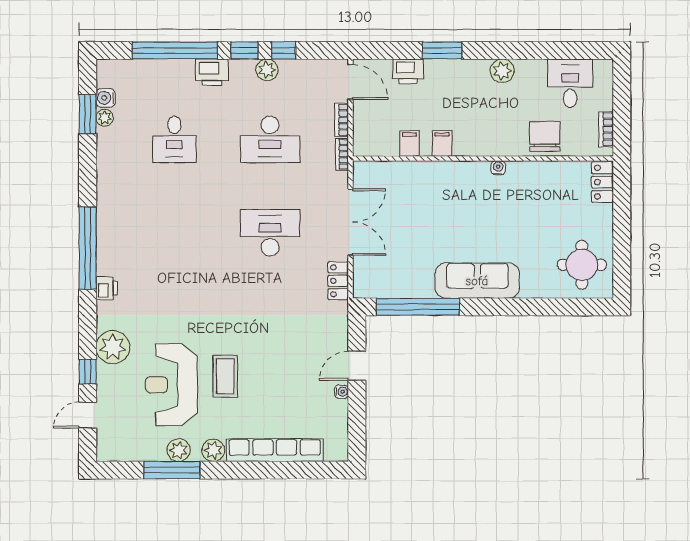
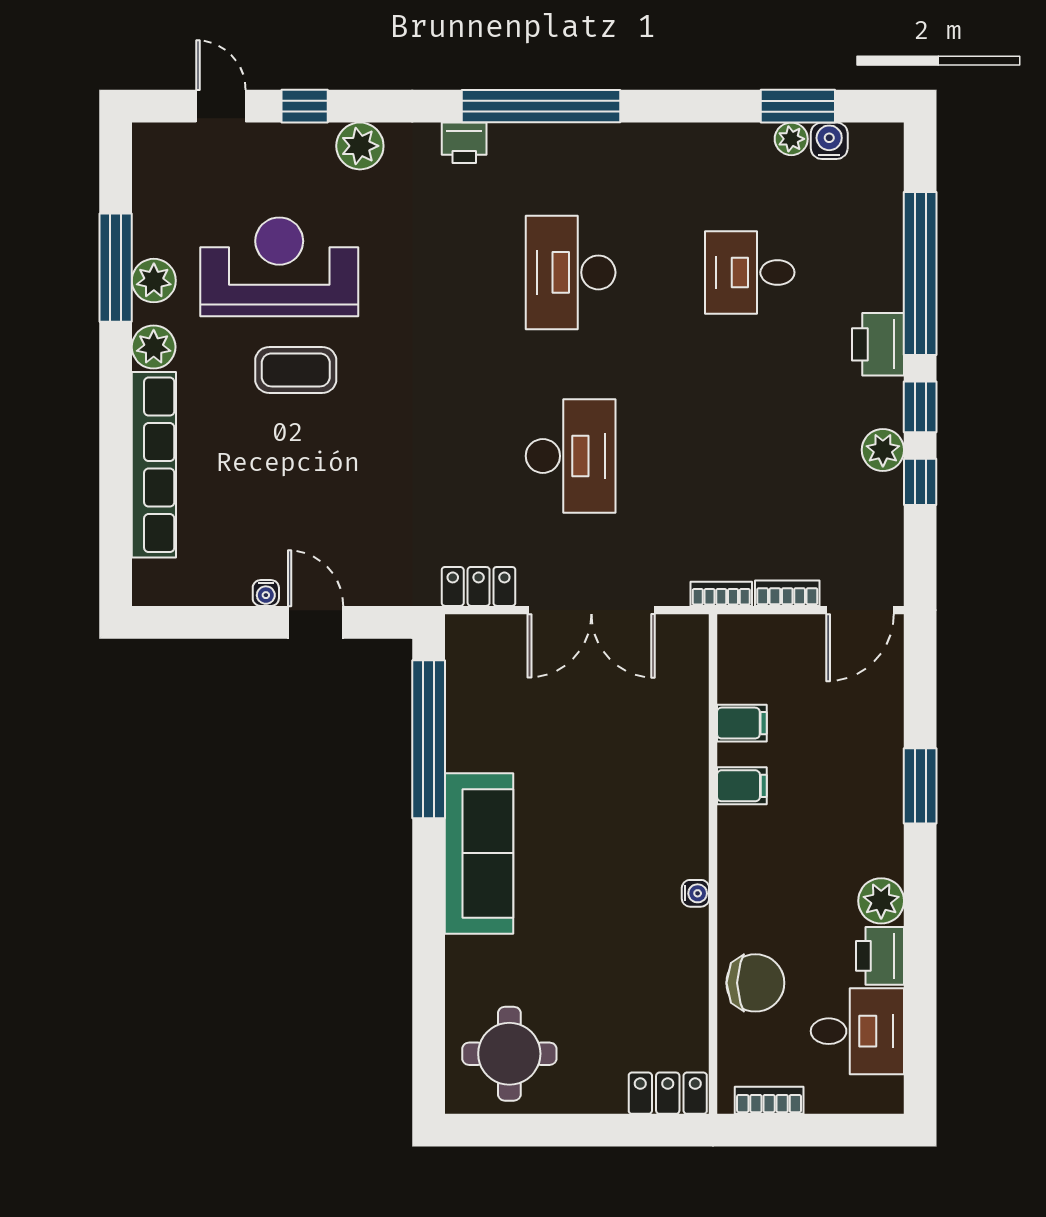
printer: (408, 71) -> (880, 956), moved
desk: (270, 139) -> (571, 272), moved
plant: (113, 347) -> (360, 146), width x0.73, depth x0.73

